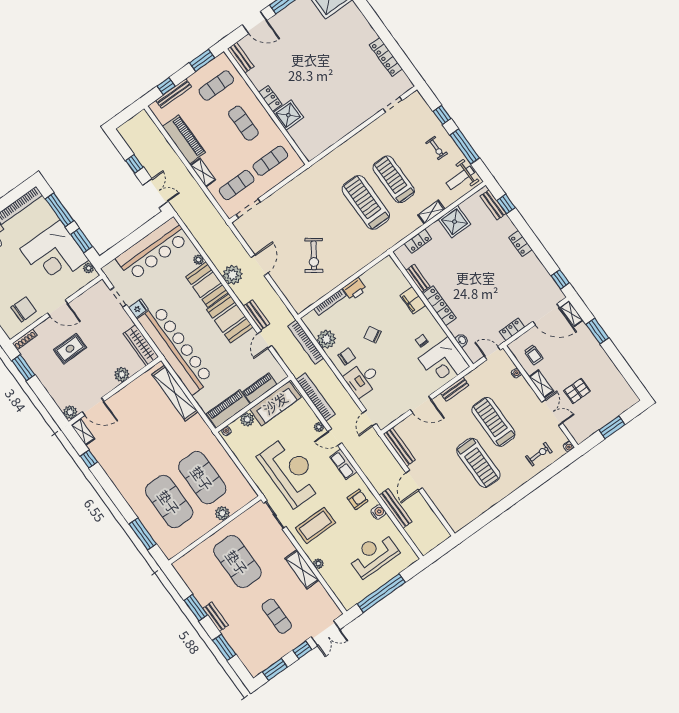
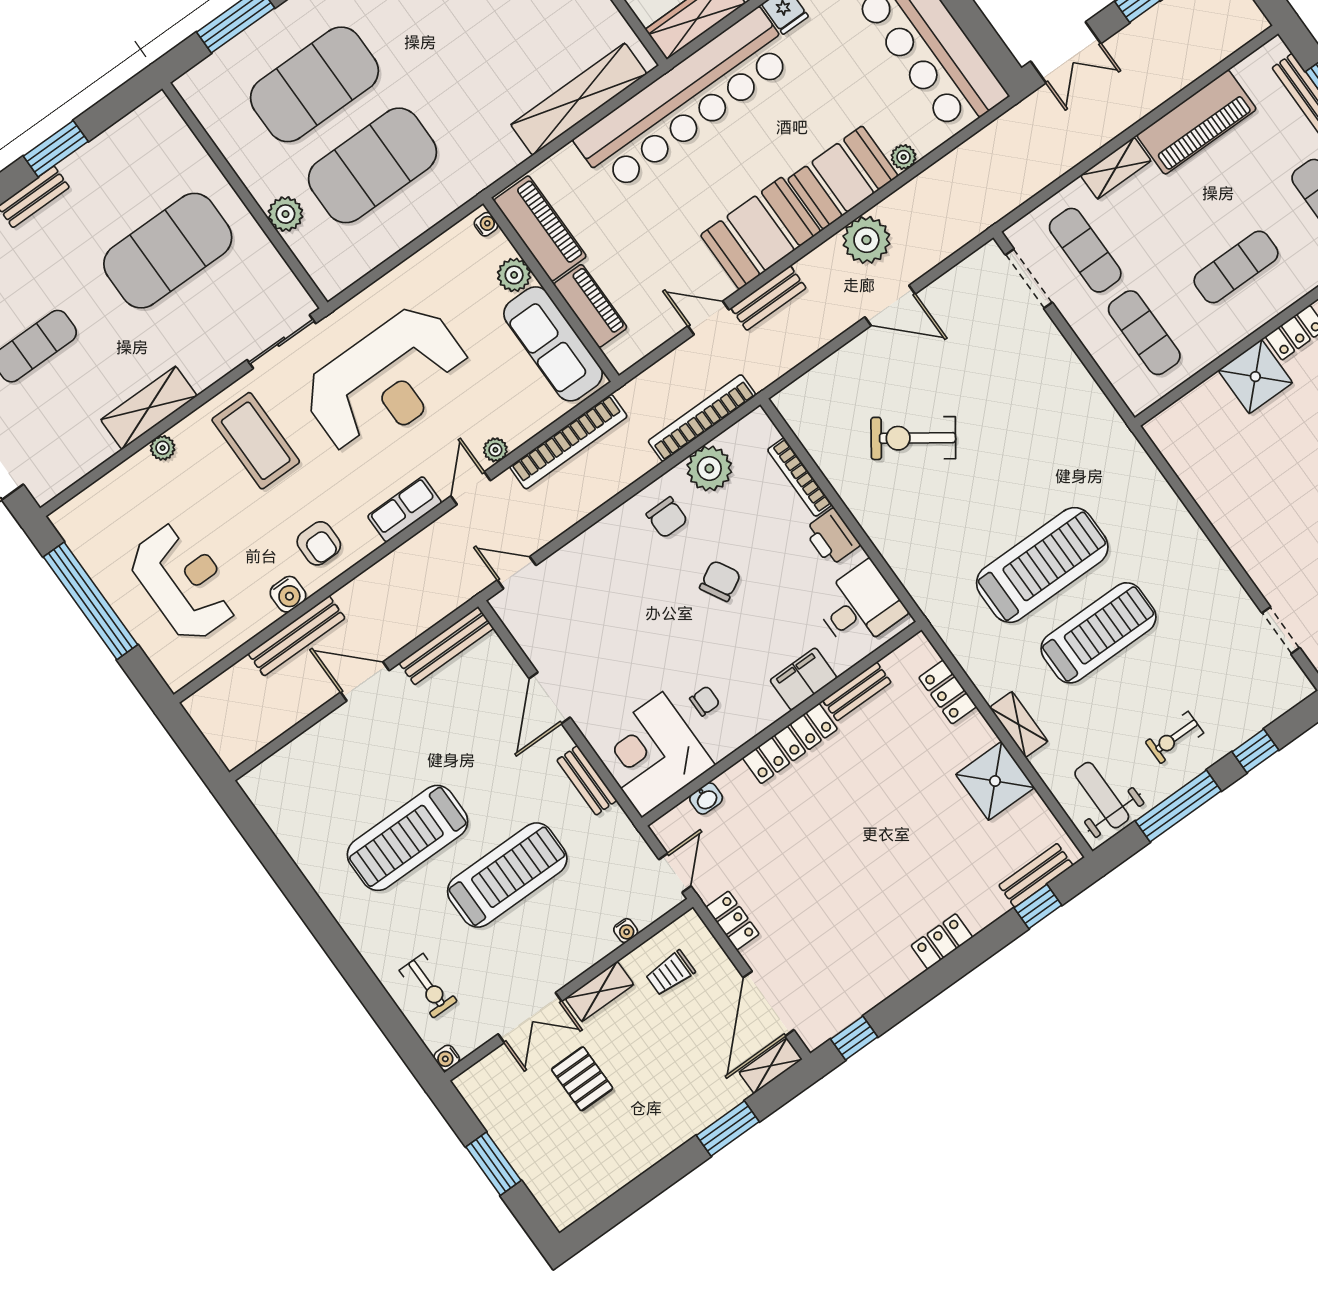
desk: (363, 379) -> (860, 606), moved, turned 90

